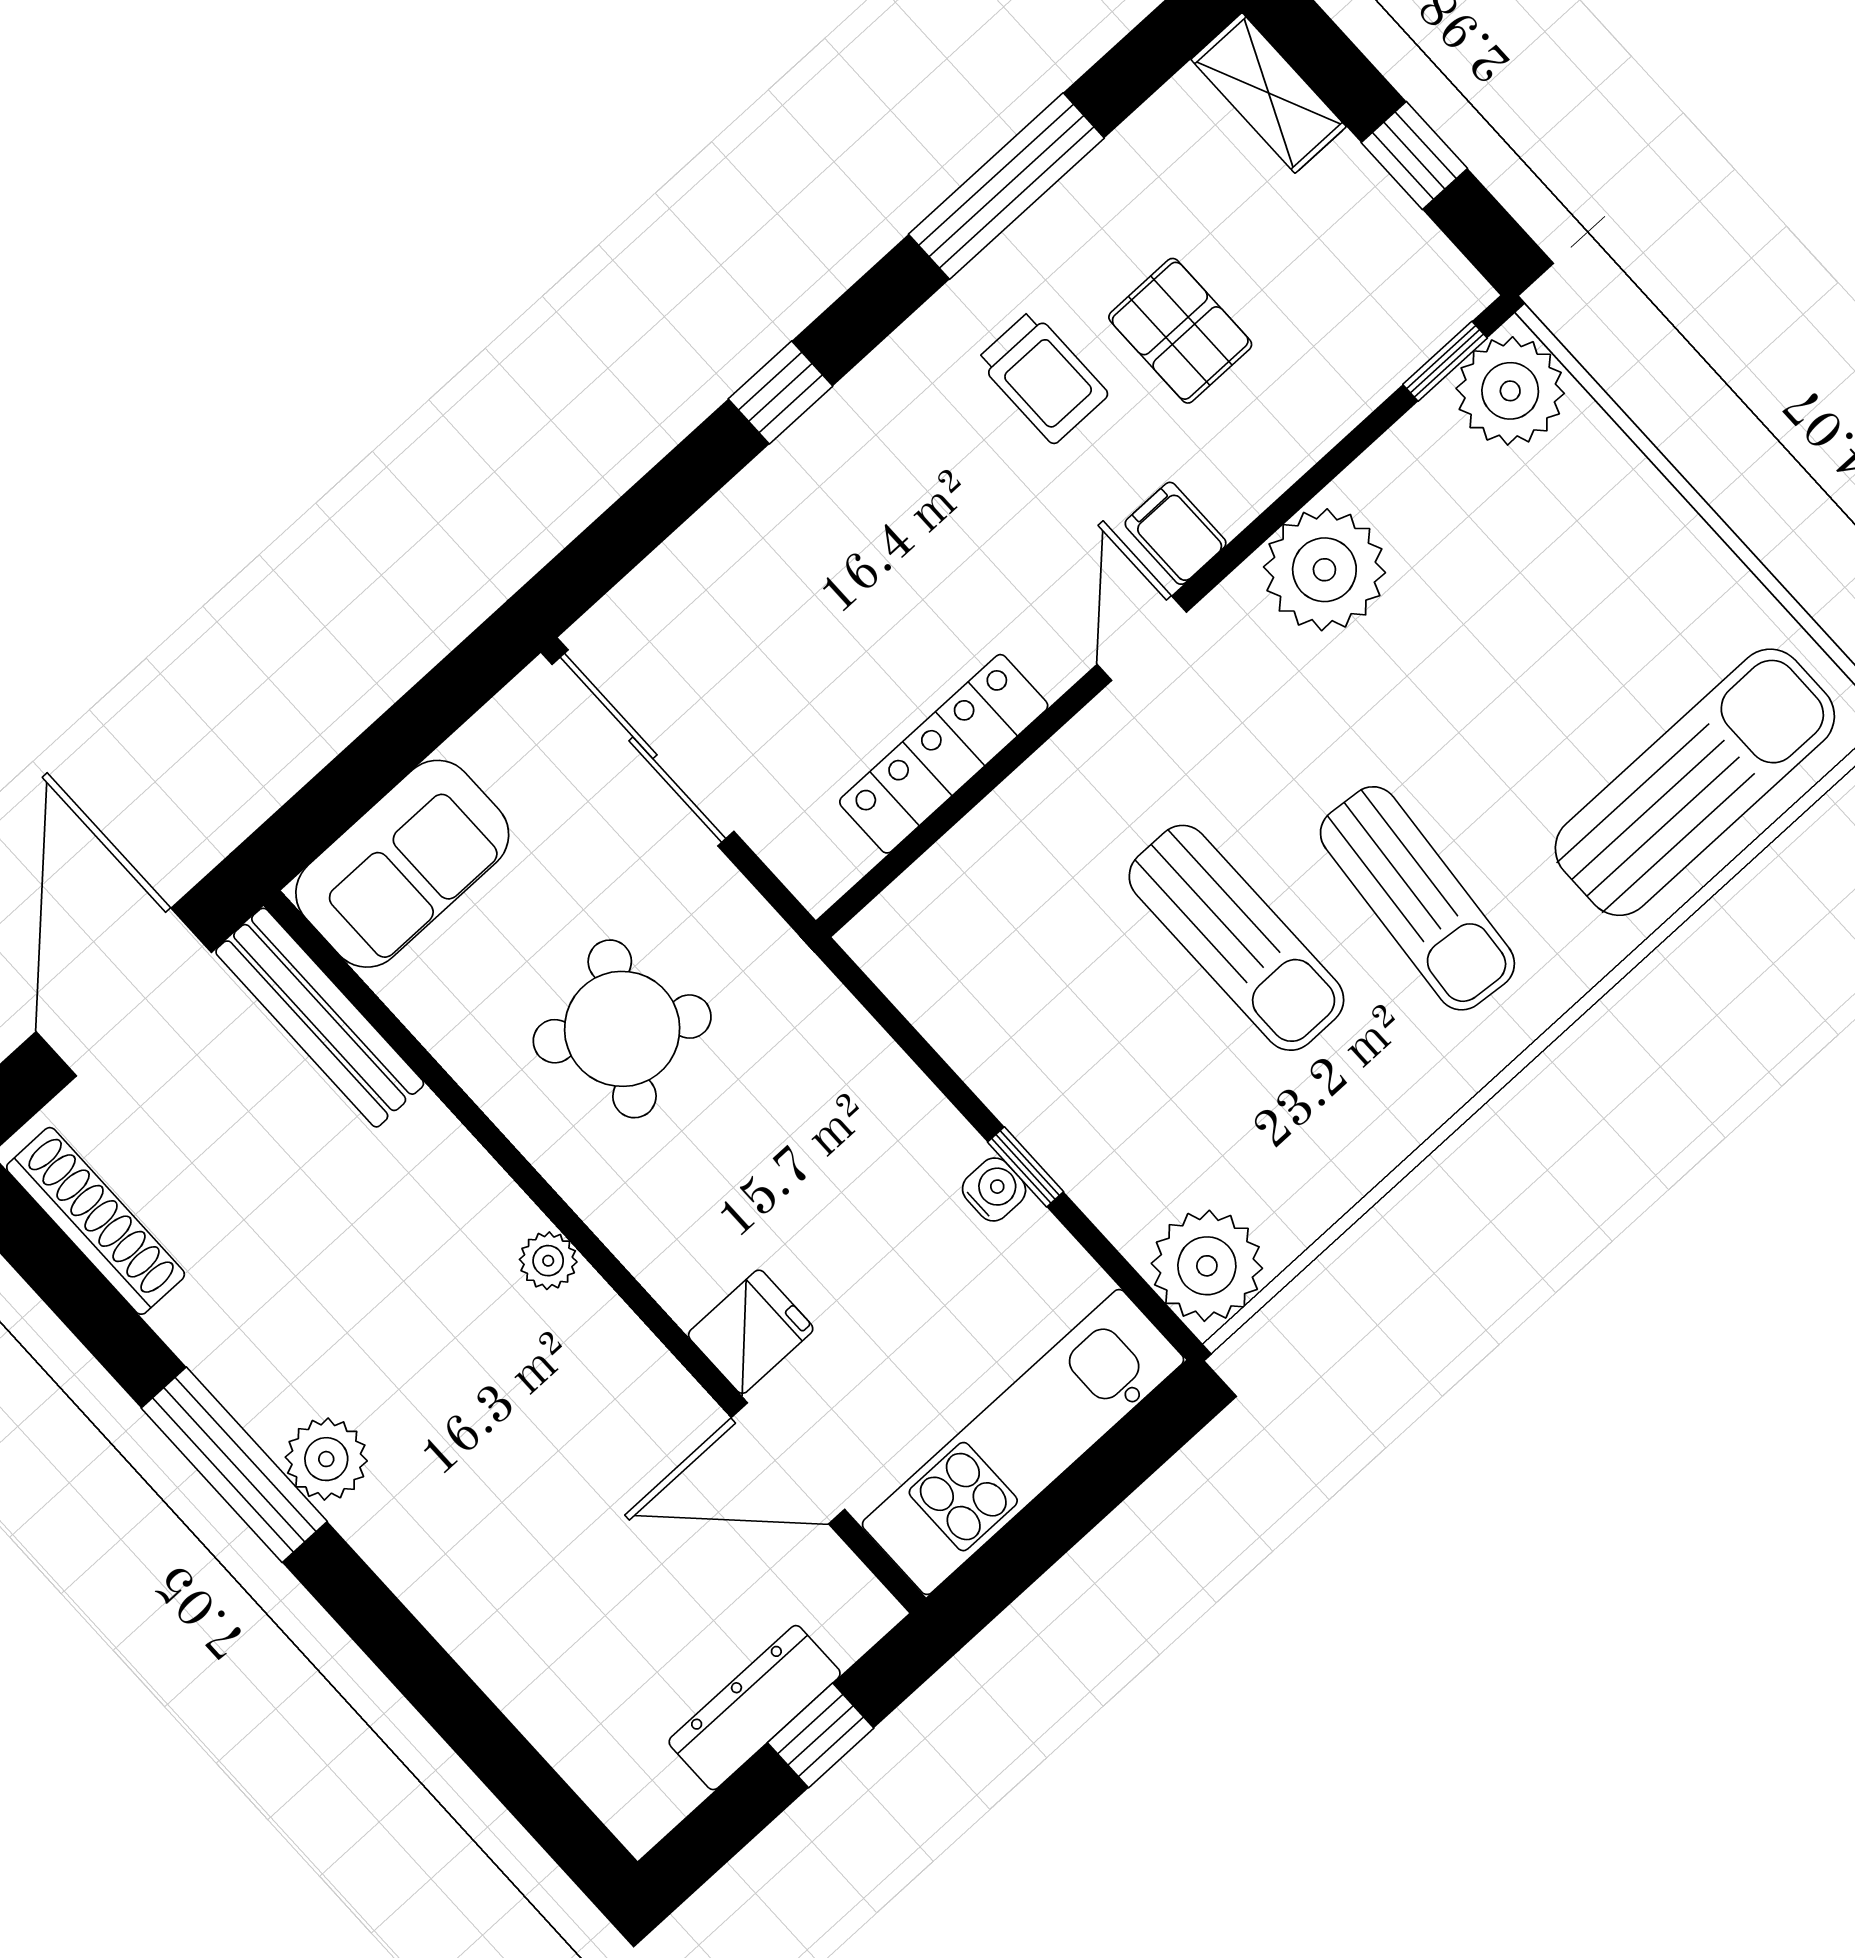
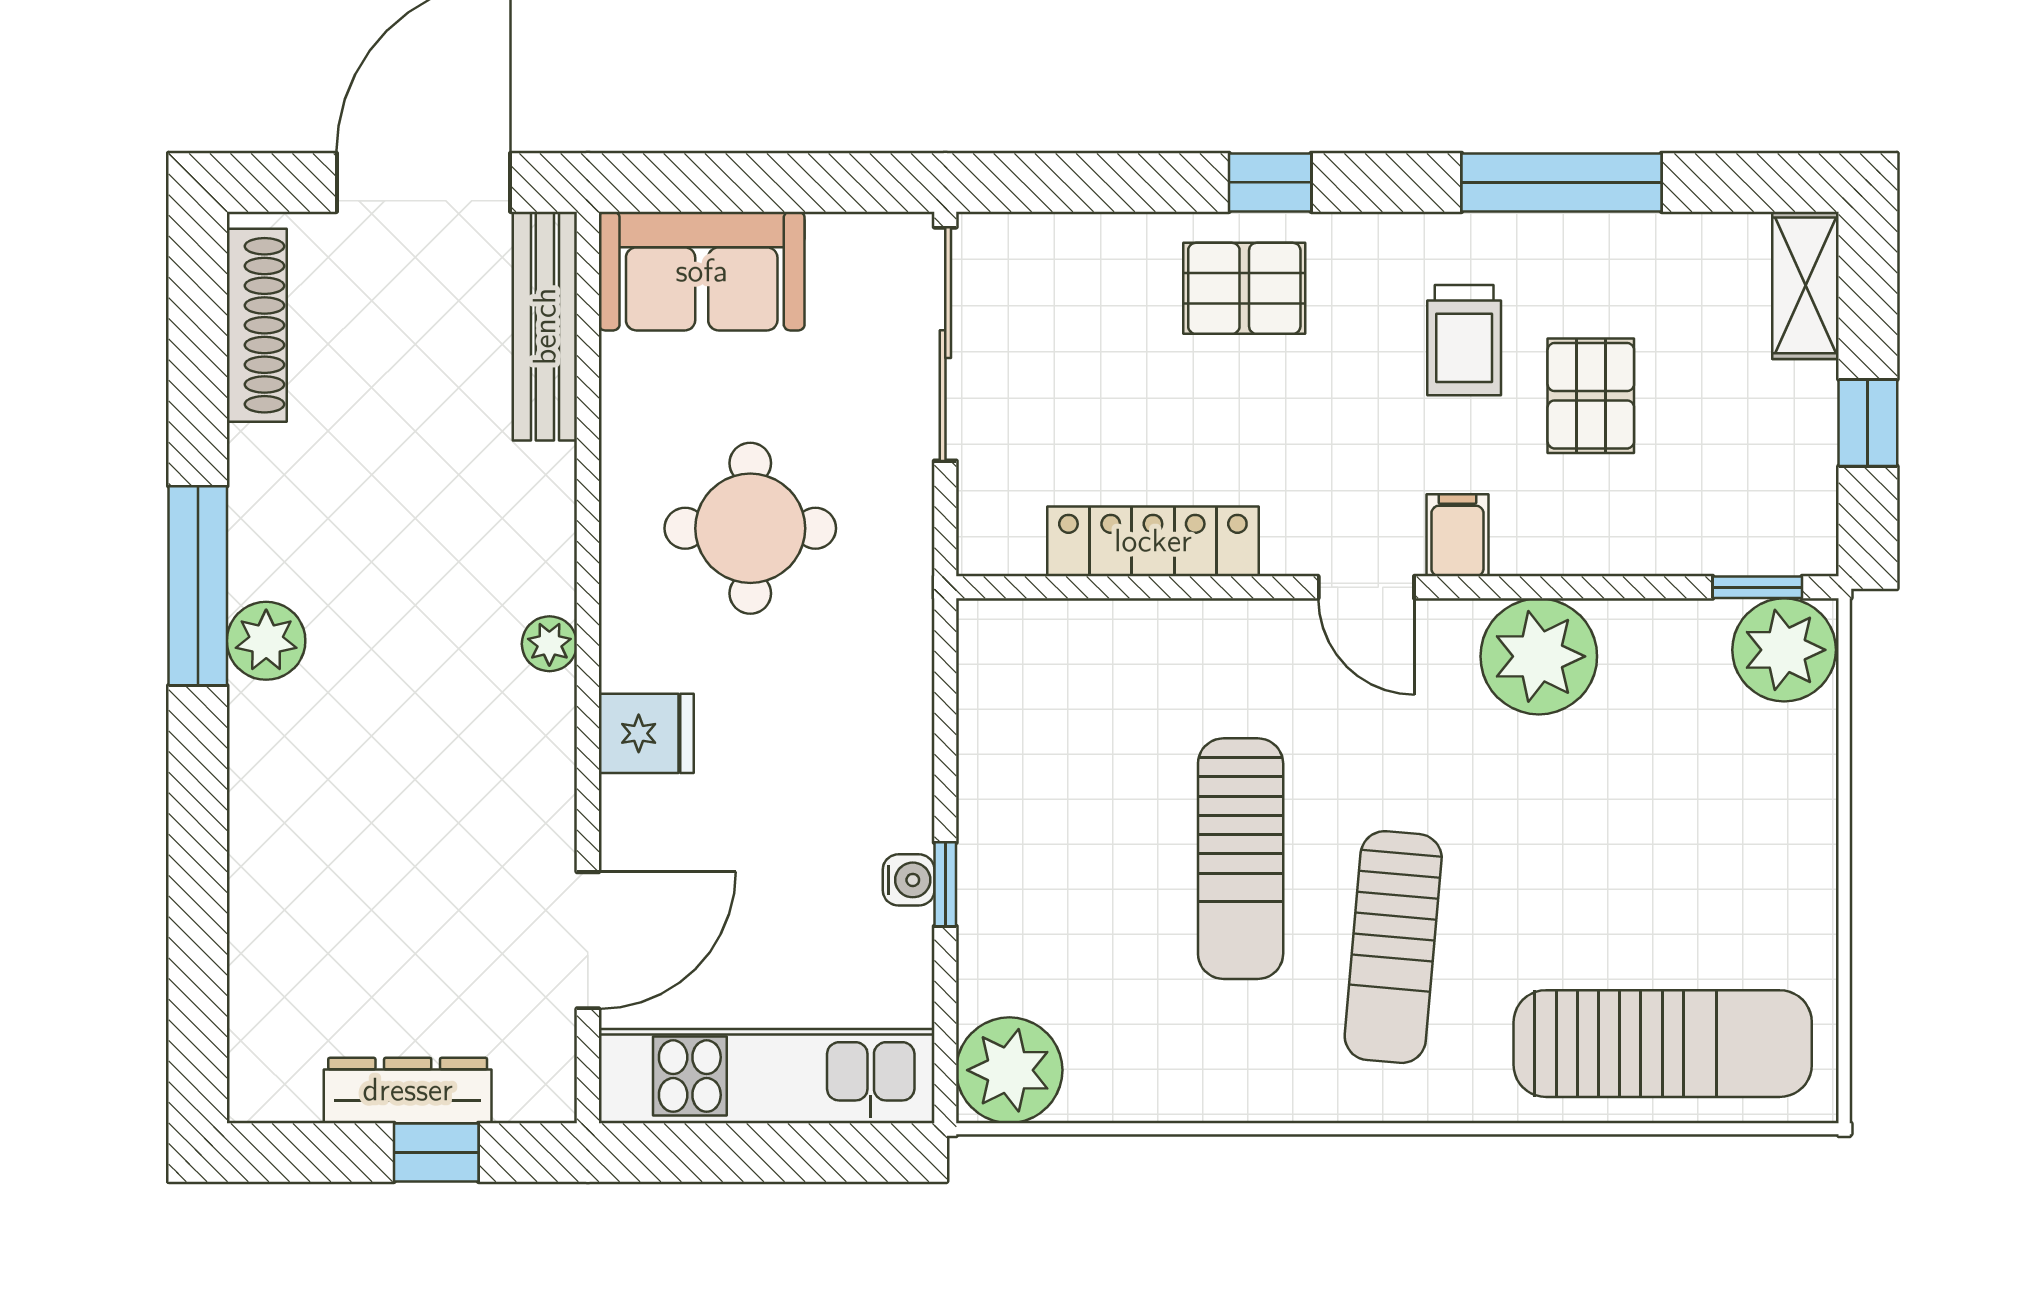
pallet: (835, 493) -> (1244, 288), added
door: (1142, 638) -> (1366, 587), swing flipped
round table: (622, 1029) -> (750, 528), turned -32
fridge: (751, 1332) -> (646, 733), moved
door: (788, 1463) -> (588, 940), swing flipped

